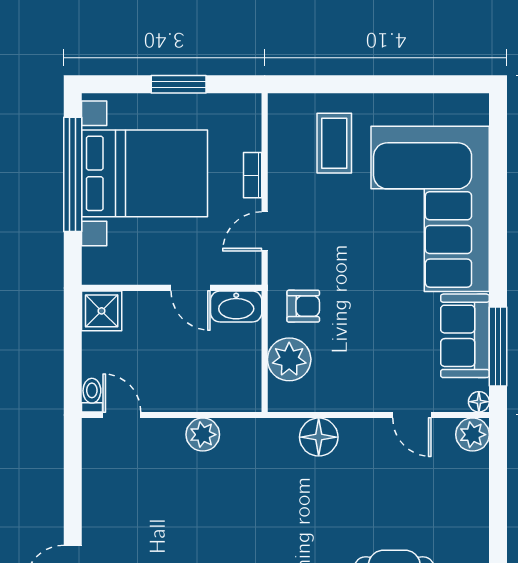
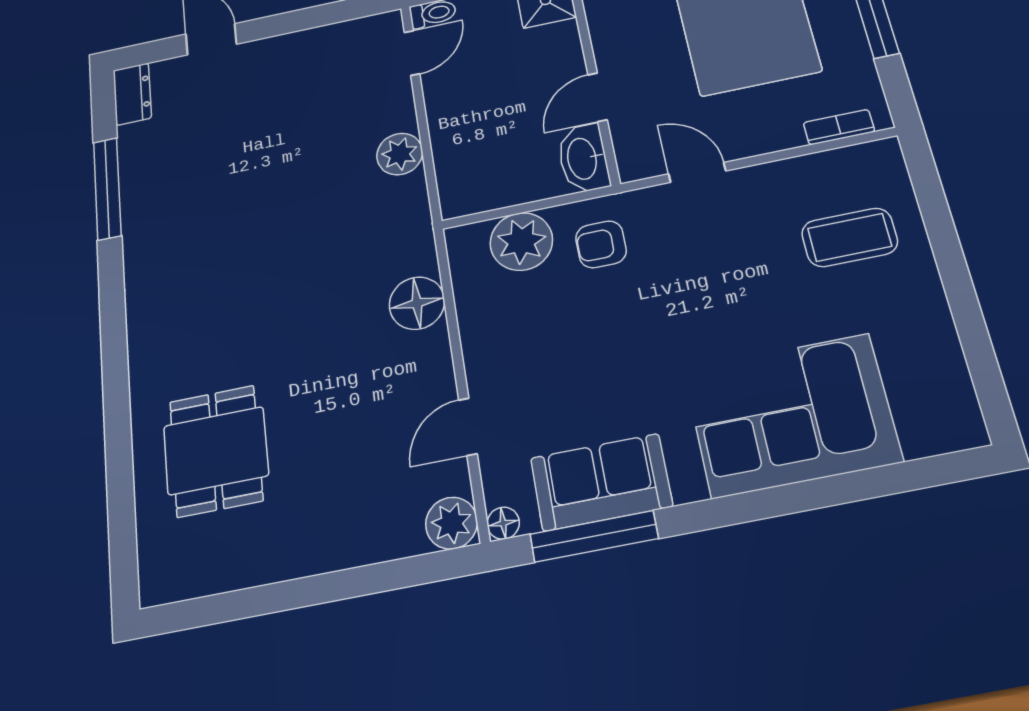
bookcase: (253, 175) -> (839, 127), moved
corner sofa: (430, 209) -> (791, 415), width x0.73, depth x0.74
armchair: (303, 306) -> (601, 244), turned 90

